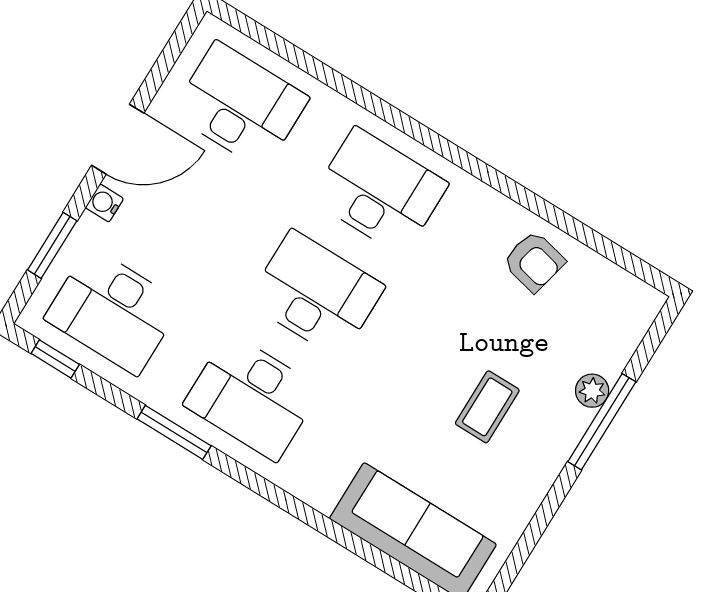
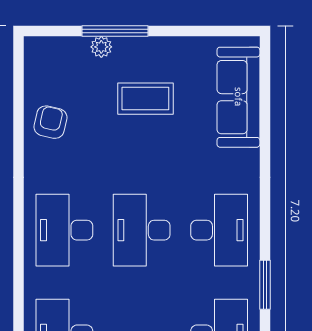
coffee table: (487, 407) -> (145, 99), width x1.36, depth x1.30
window: (174, 432) -> (265, 285), moved

